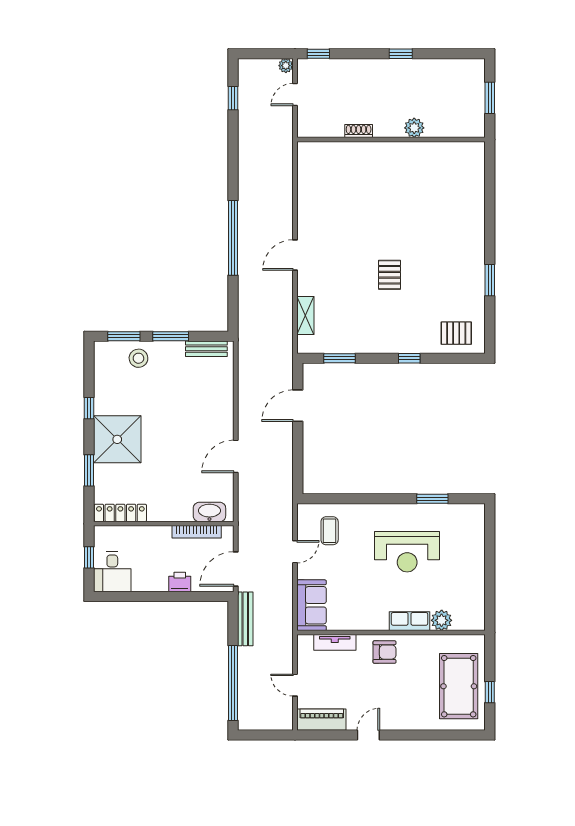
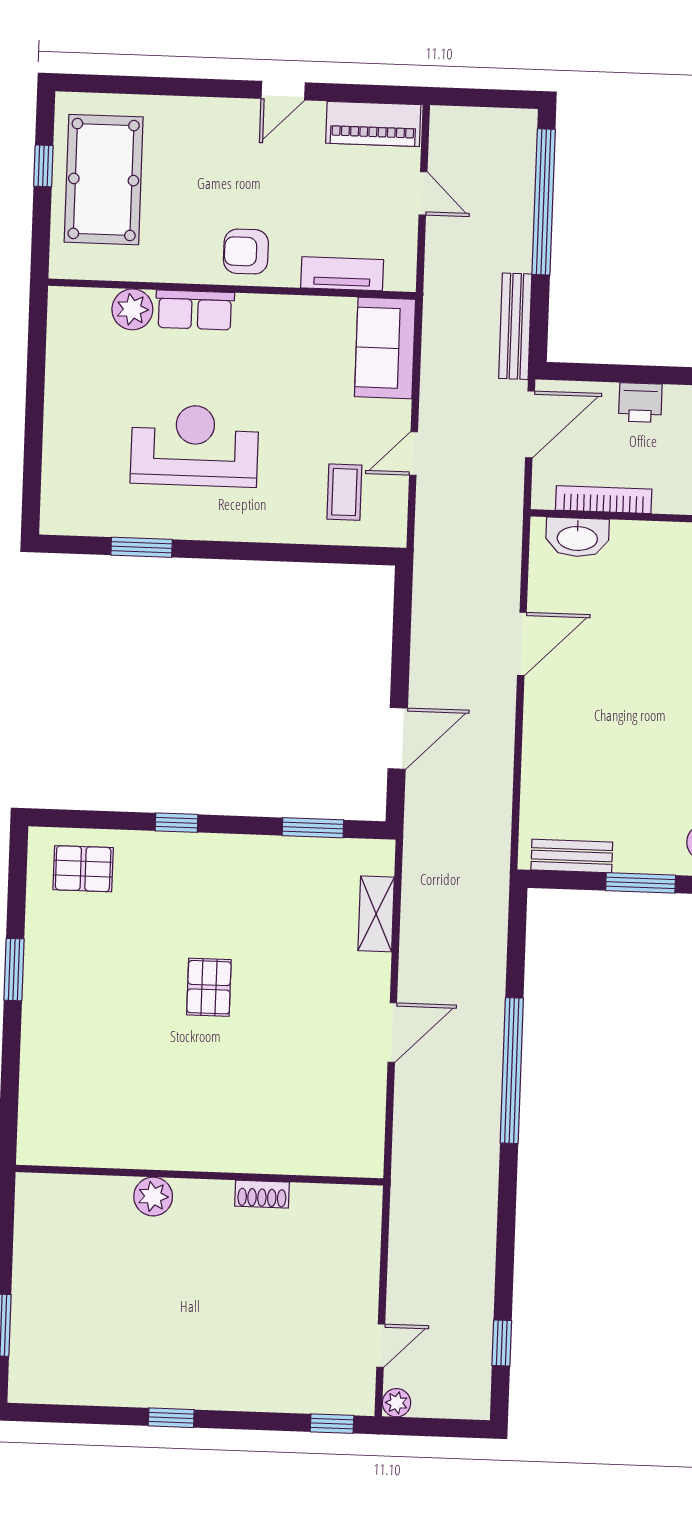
plant: (414, 128) -> (153, 1197), moved
shoe rack: (359, 131) -> (262, 1194), moved
wall: (391, 140) -> (199, 1175), moved

